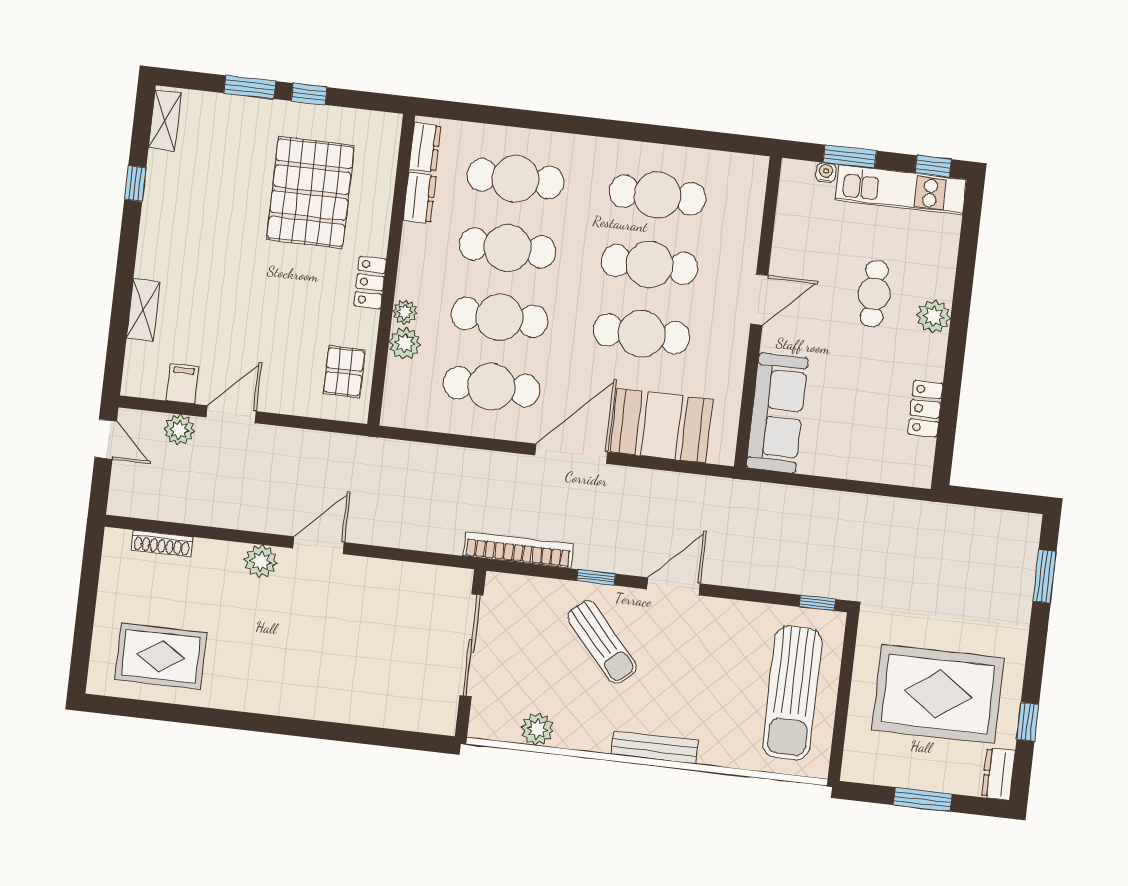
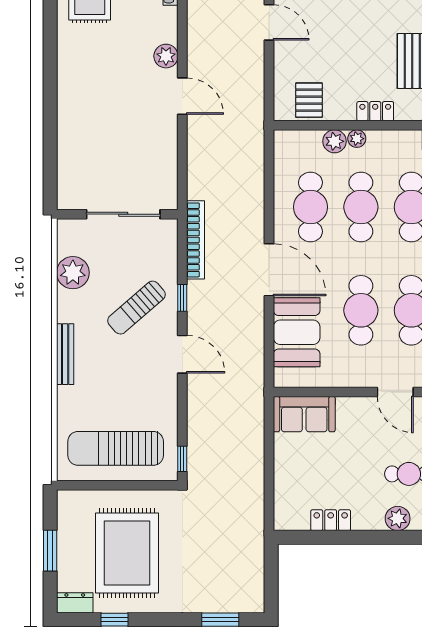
pallet: (344, 372) -> (309, 100), turned 90
sofa: (777, 413) -> (304, 414), width x0.73
plant: (537, 729) -> (73, 273), width x1.36, depth x1.36

